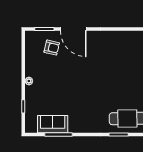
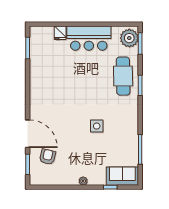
door: (73, 29) -> (28, 134), hinge flipped
side table: (80, 94) -> (97, 126), added
sofa: (53, 124) -> (122, 176), moved, turned 90

